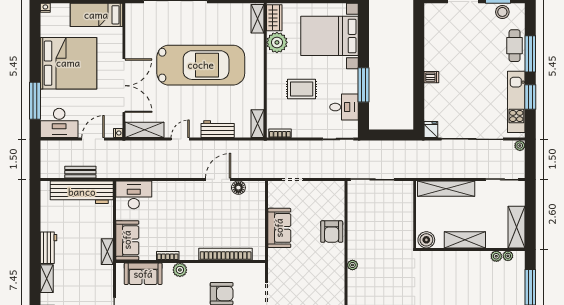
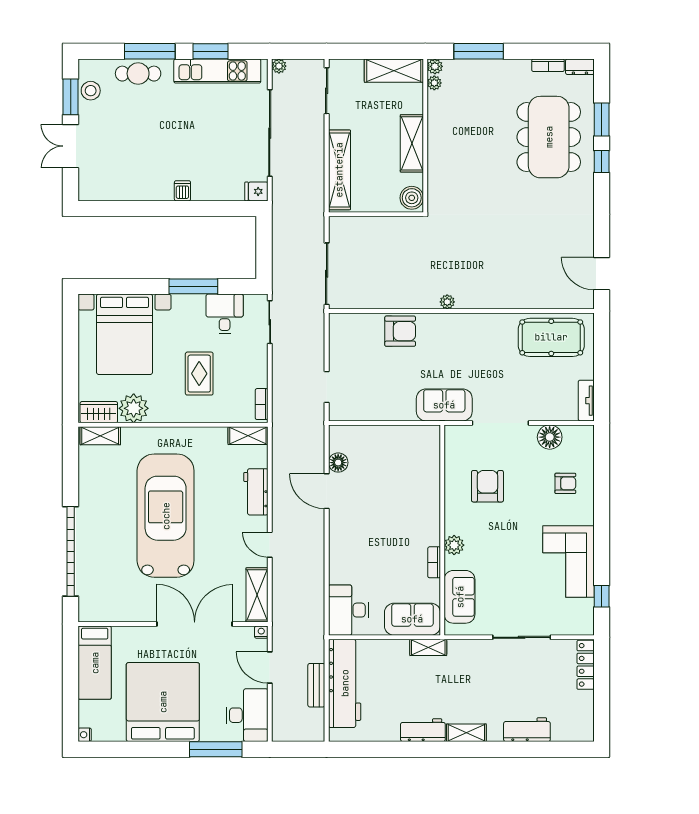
sofa: (279, 228) -> (444, 405), moved
bookcase: (226, 254) -> (432, 481), removed
plant: (496, 256) -> (435, 66), moved

